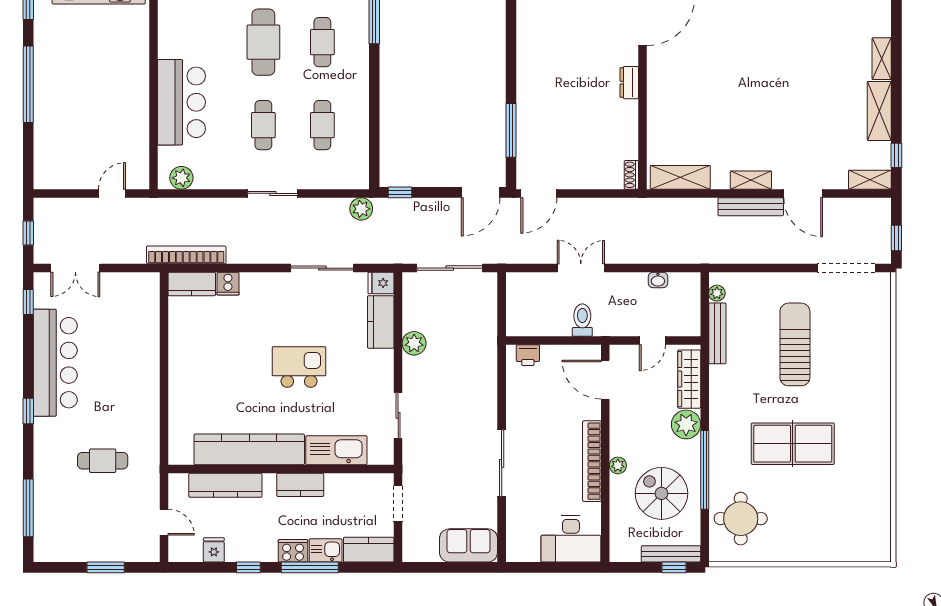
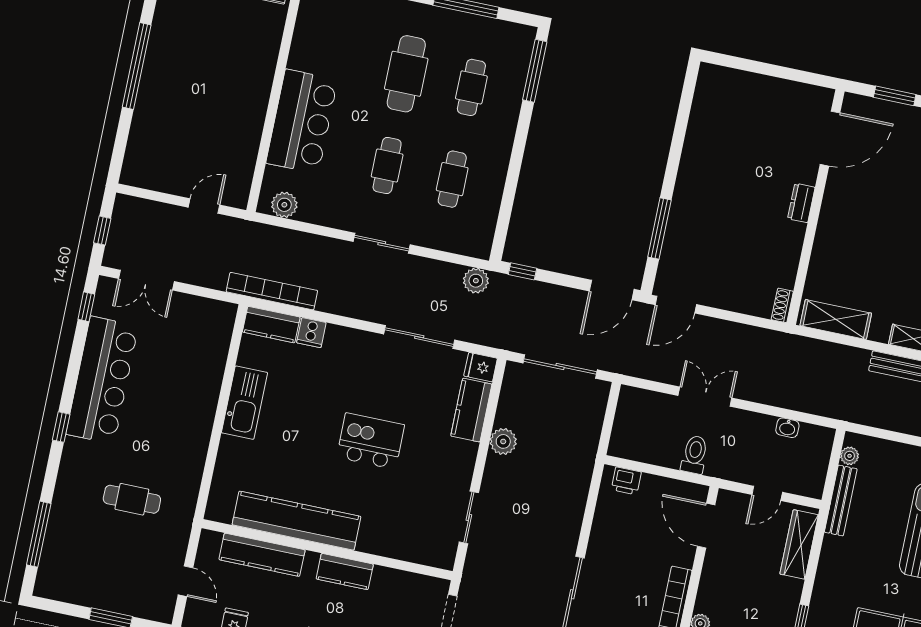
plant: (686, 424) -> (785, 594), removed
kitchen sink: (336, 450) -> (244, 403), moved, turned 90

